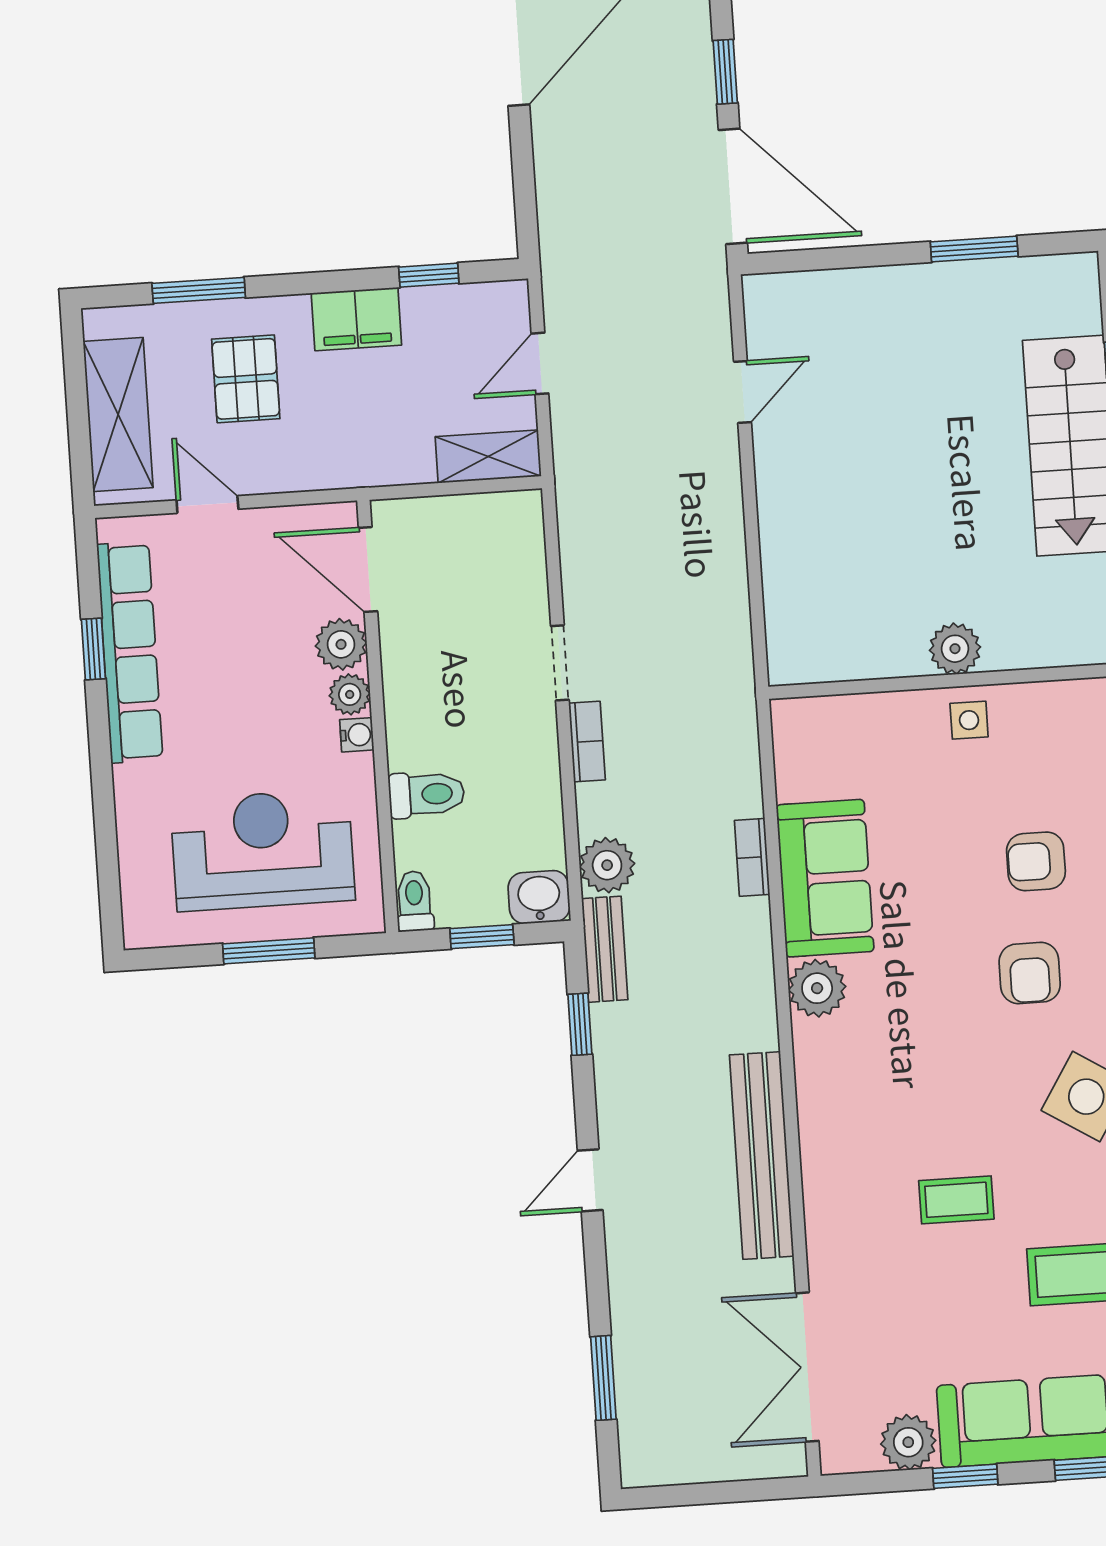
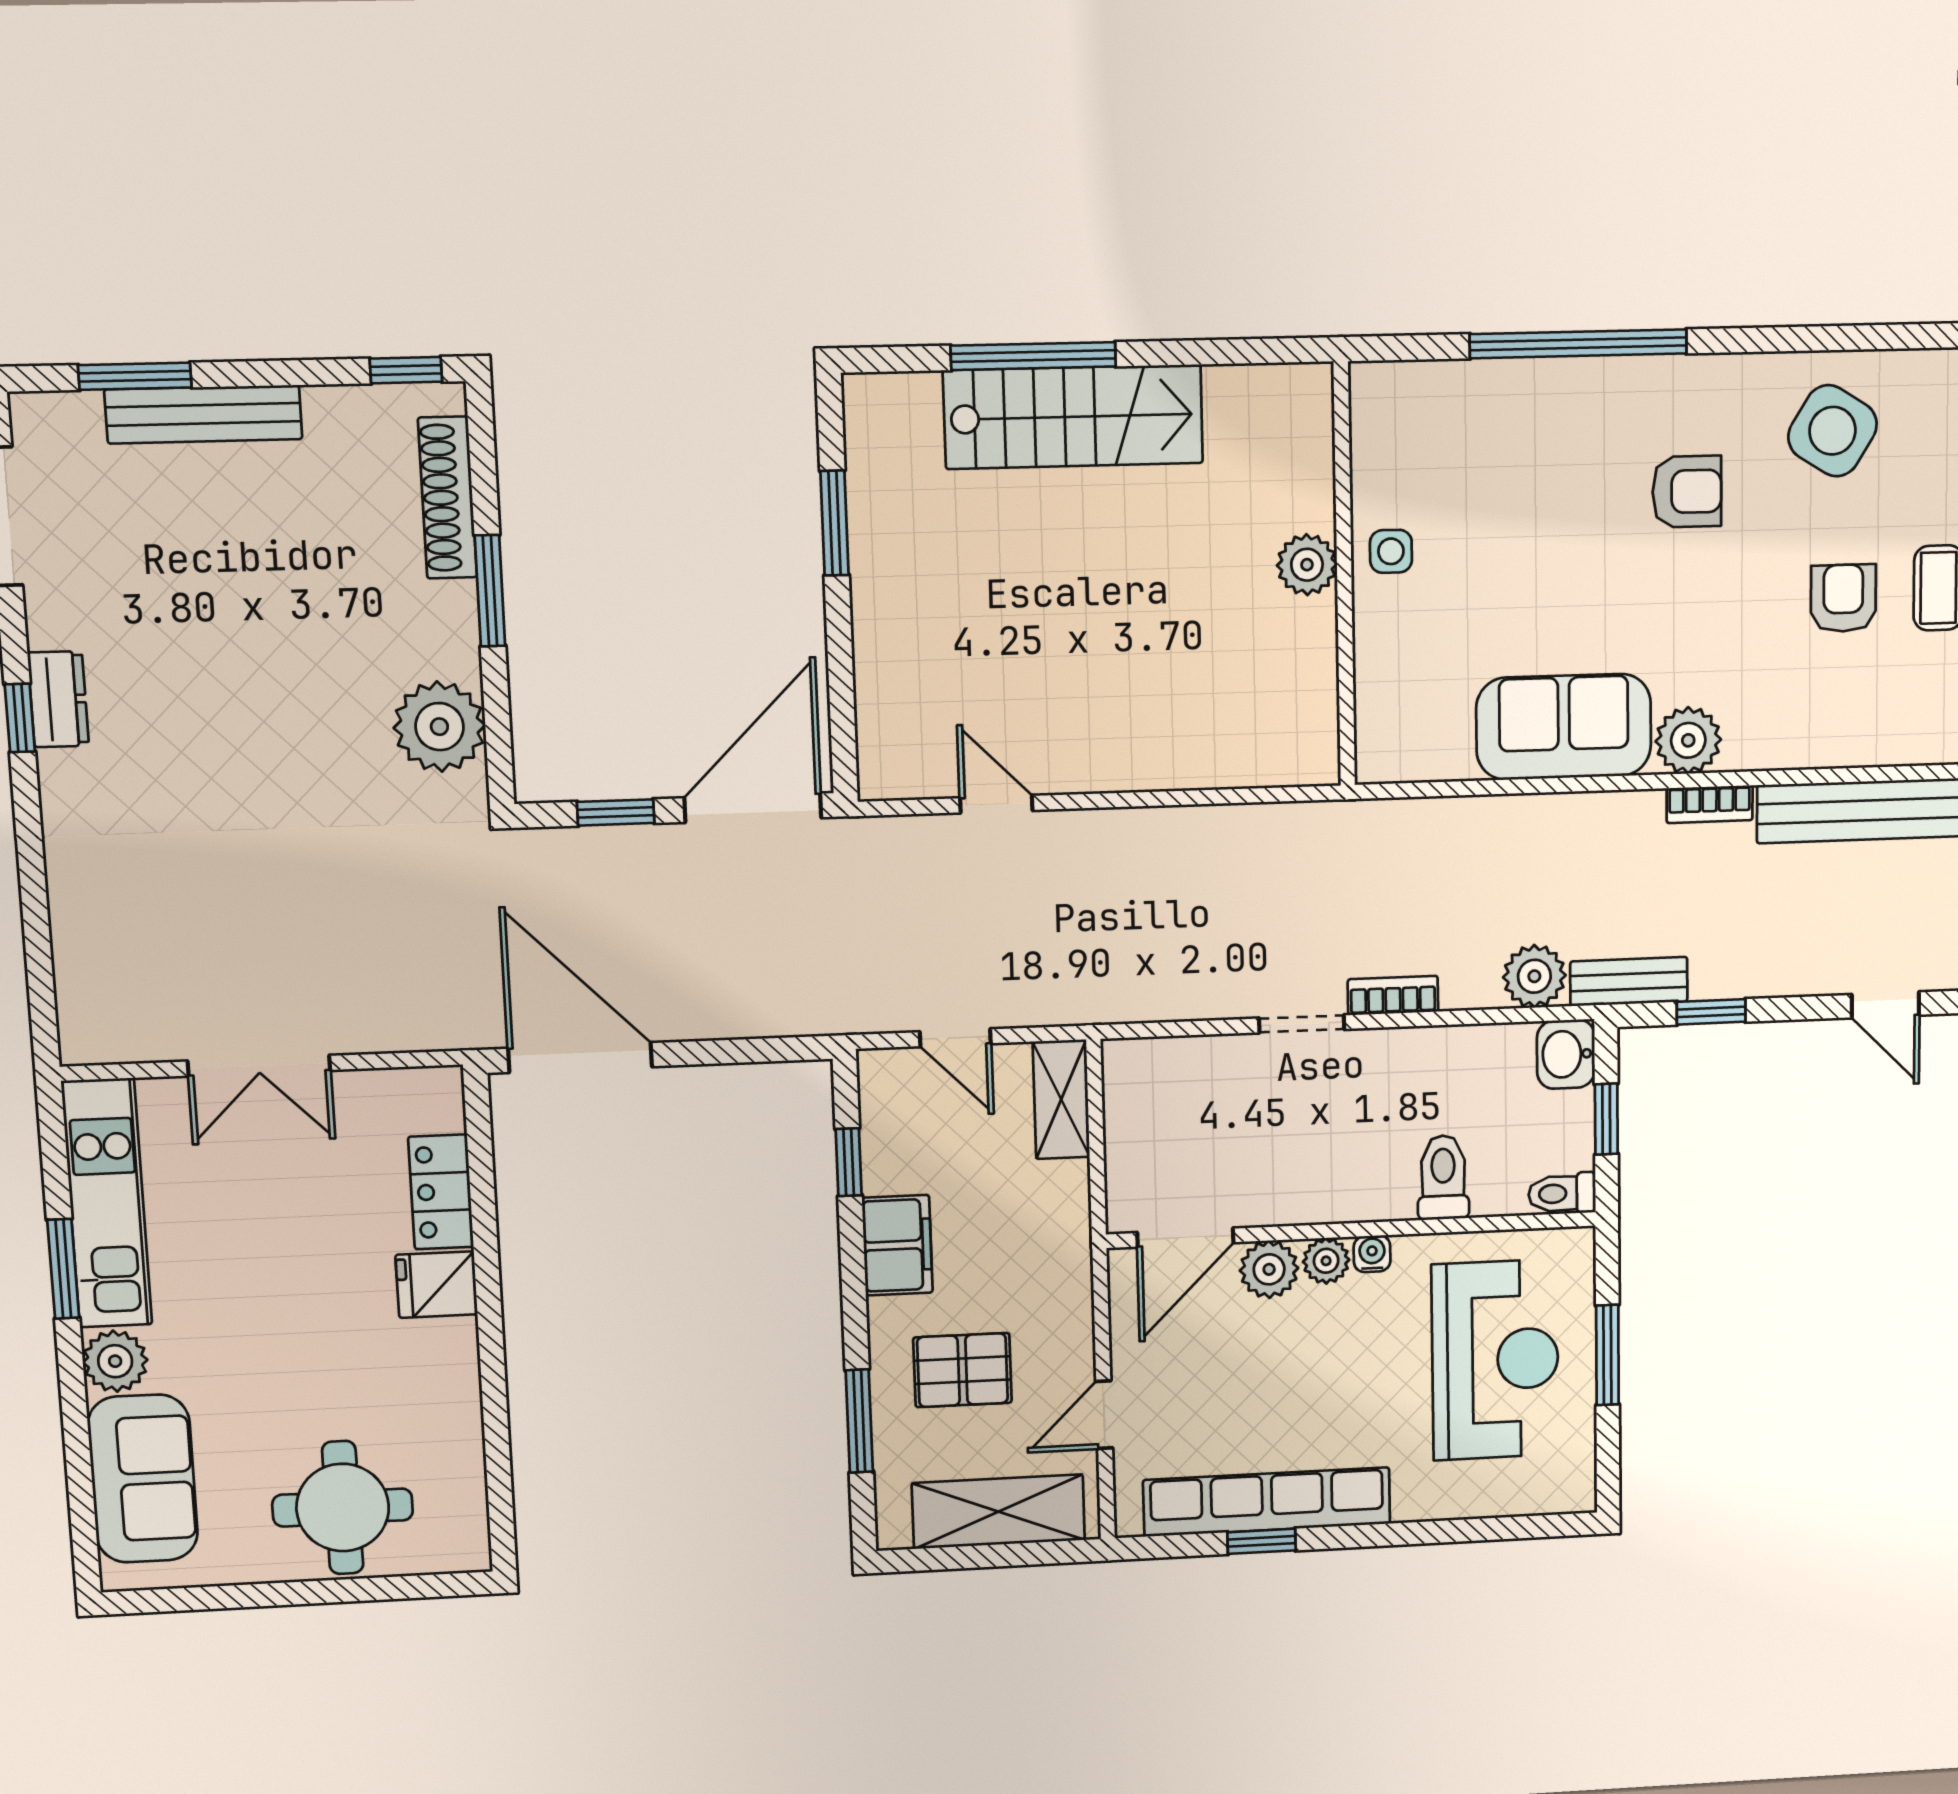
reception desk: (263, 850) -> (1495, 1360), turned 180
bookcase: (752, 857) -> (1710, 804), moved
armchair: (1036, 861) -> (1843, 598), moved, turned 180

